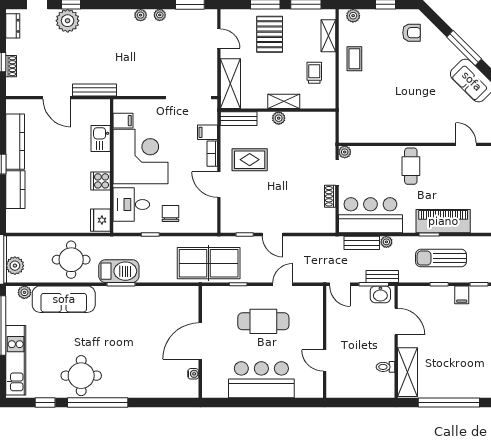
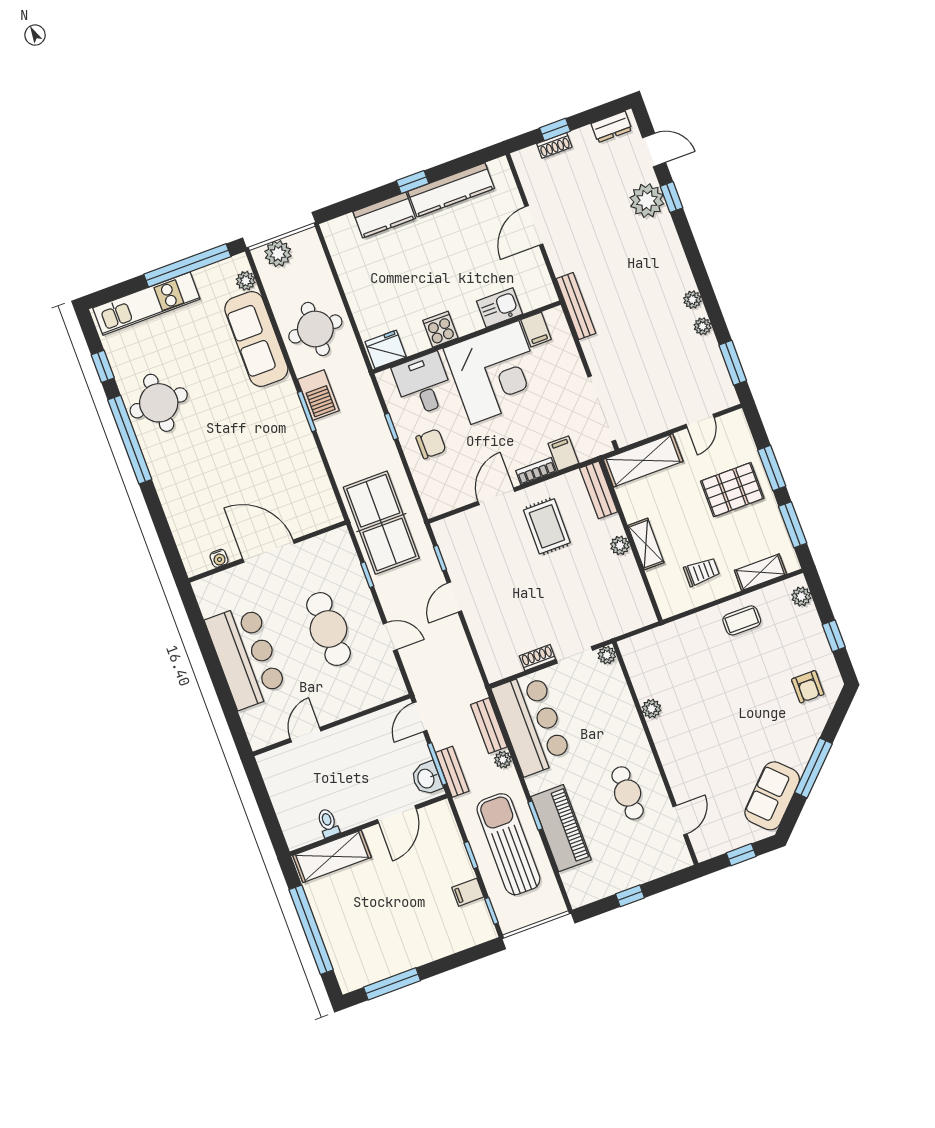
bench: (95, 90) -> (576, 306), moved
plant: (389, 136) -> (652, 709), added
cafe table: (411, 166) -> (628, 793), moved, turned 90
sun lounger: (441, 258) -> (508, 844), width x1.36, depth x1.34
barbecue: (119, 271) -> (318, 395), width x0.73, depth x0.83

